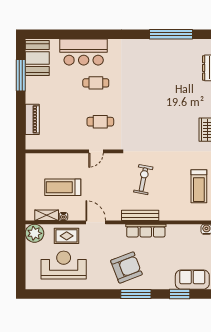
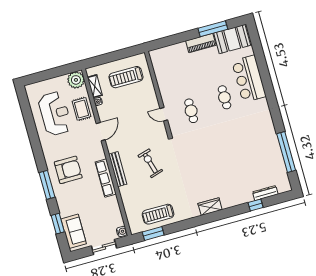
piano: (32, 119) -> (201, 43), moved
exercise bike: (143, 180) -> (150, 163), turned -117
treadmill: (63, 187) -> (126, 77), moved, turned -90
armchair: (126, 267) -> (68, 170), turned -69

